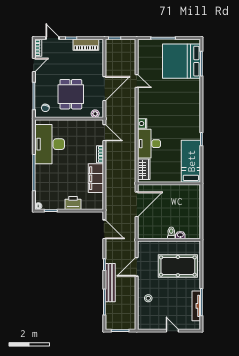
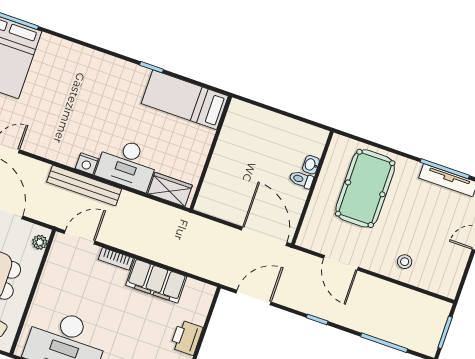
door: (137, 204) -> (264, 236), moved
bench: (110, 283) -> (84, 185), moved

